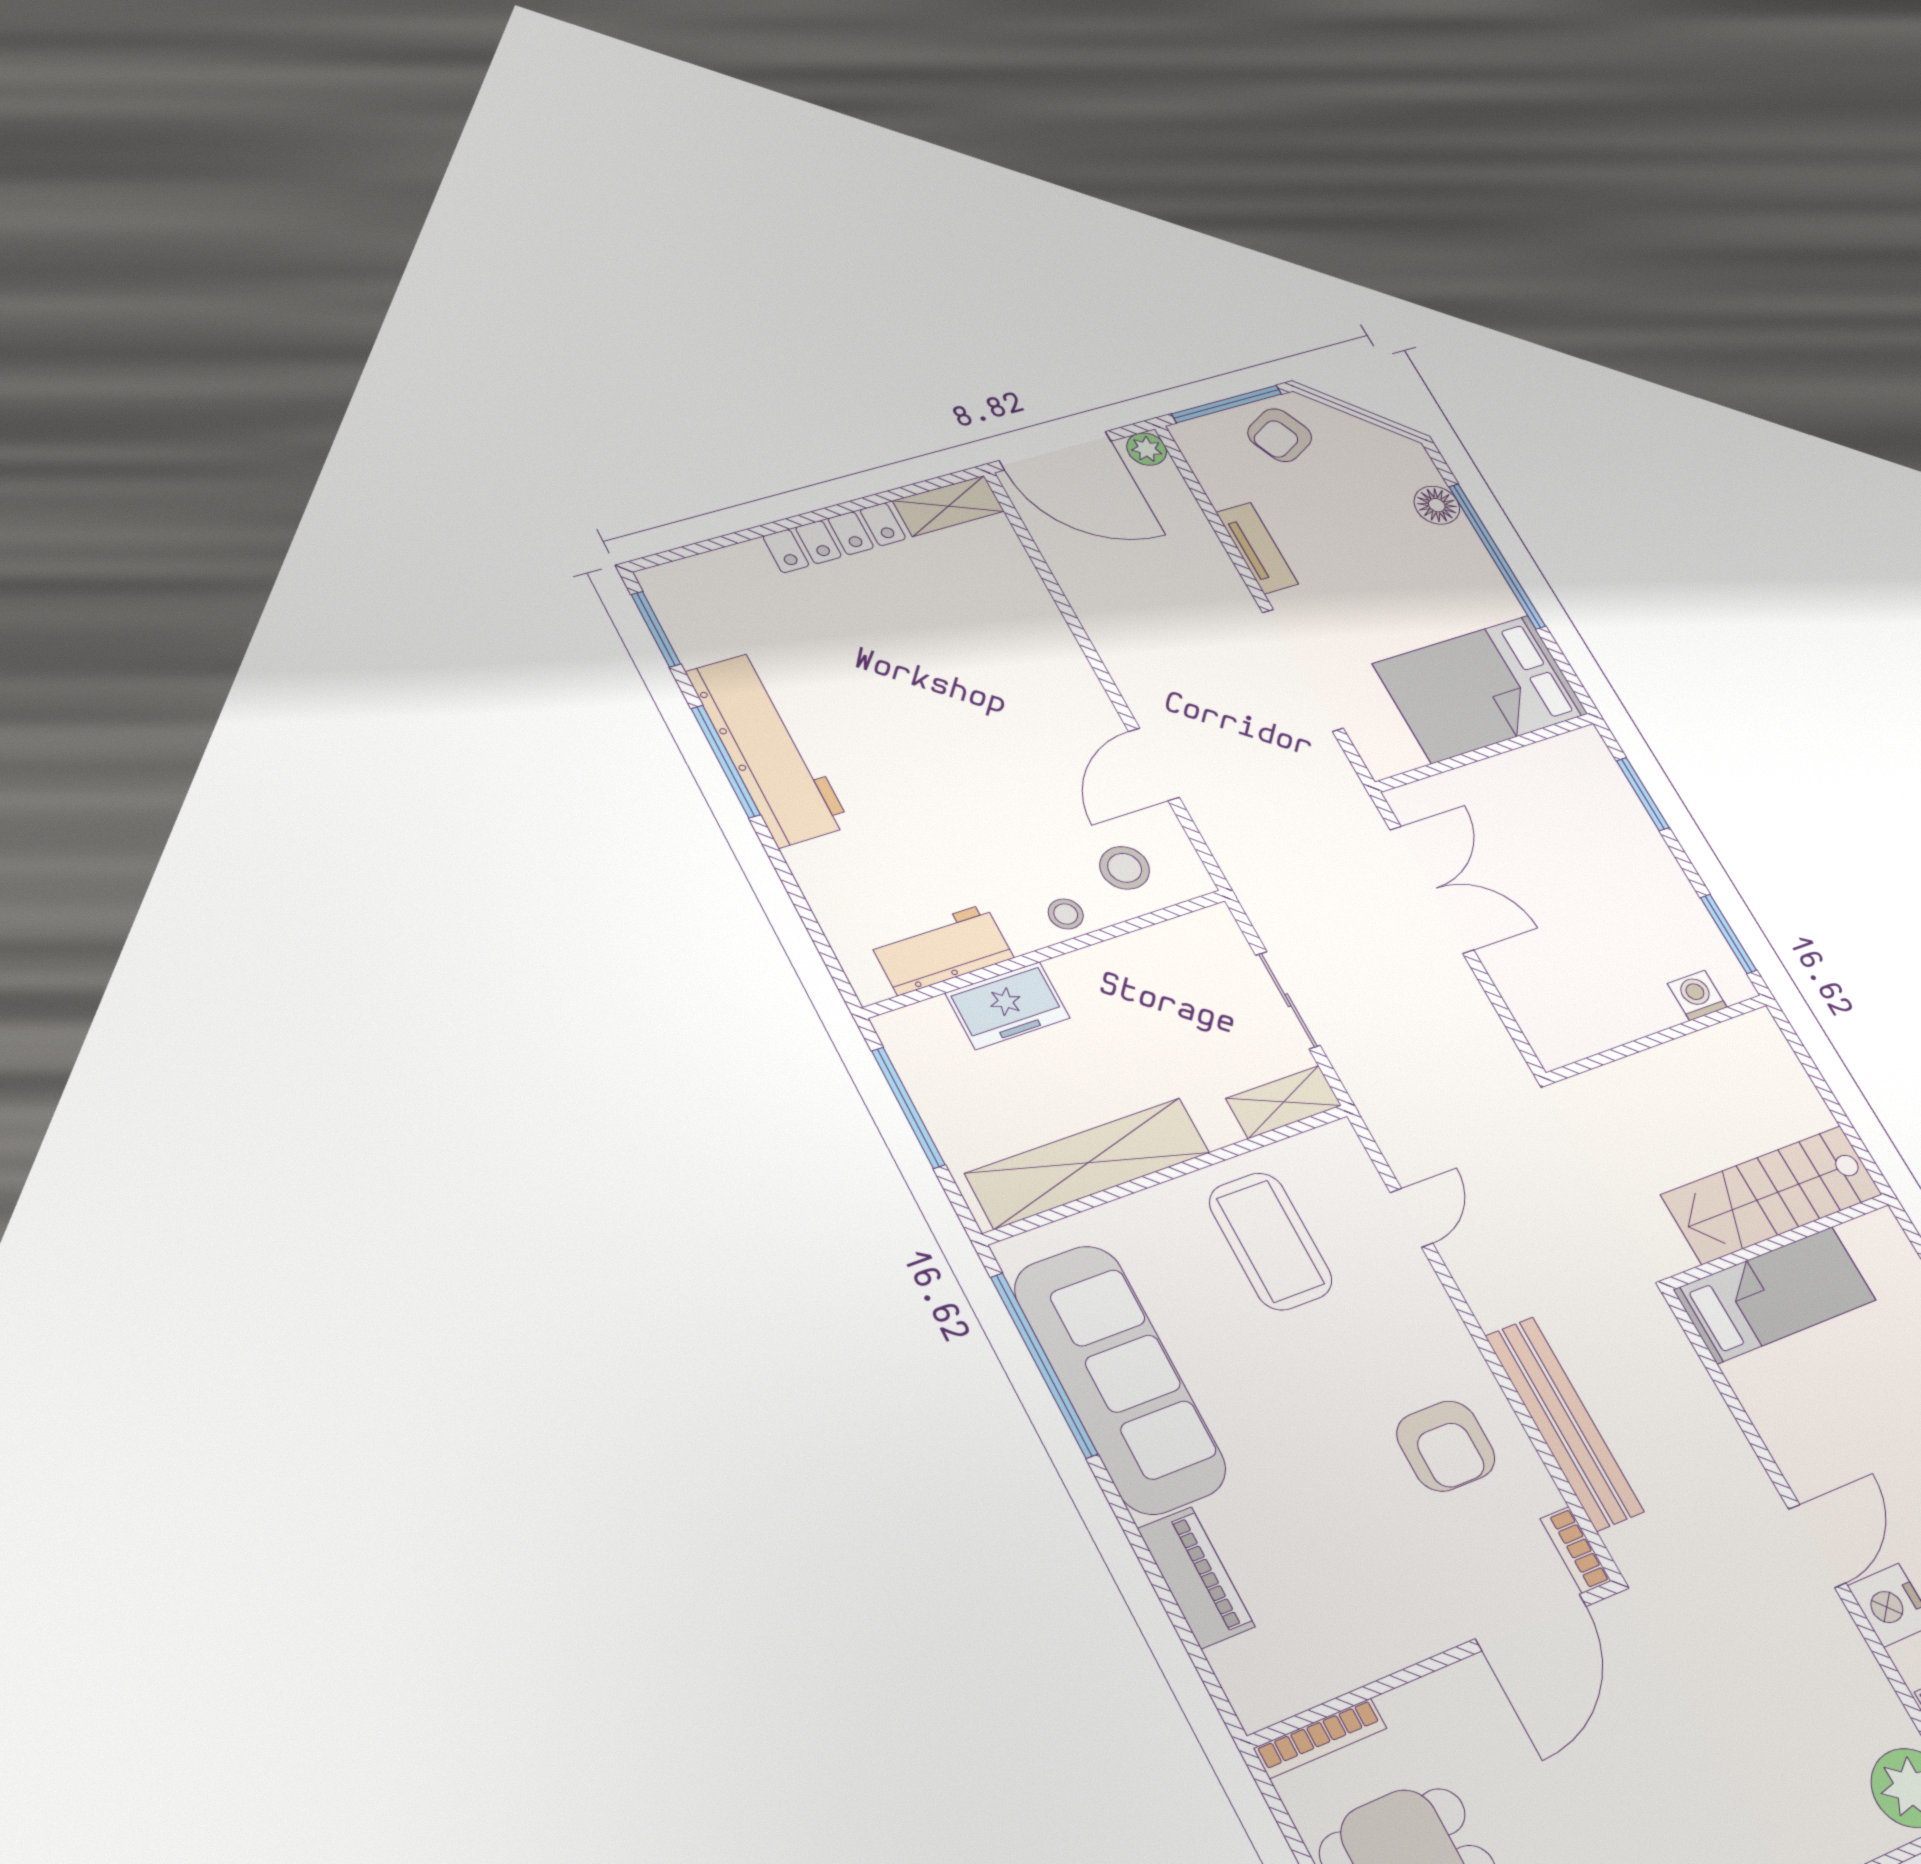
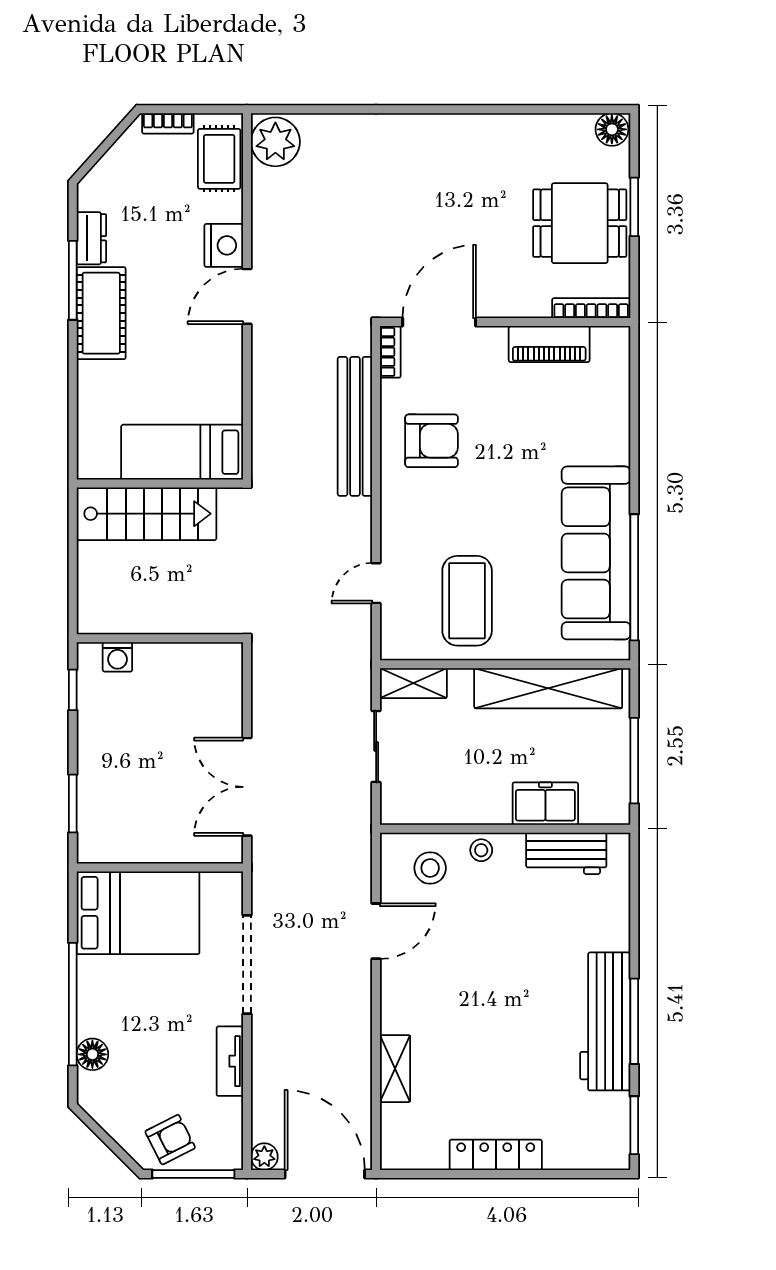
shelving: (948, 506) -> (395, 1069), moved, turned 90
window: (1728, 934) -> (73, 690), width x0.67
armchair: (1446, 1446) -> (432, 441), turned 90
piano: (1196, 1578) -> (549, 344), moved, turned -90

